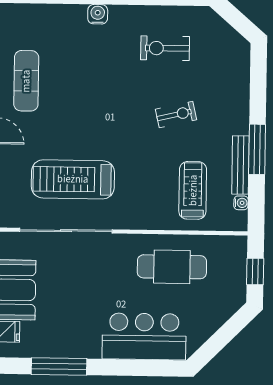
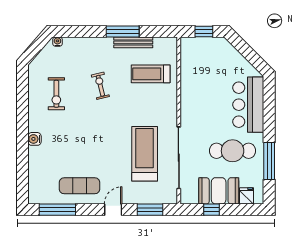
treadmill: (73, 179) -> (145, 154), turned 180
water cooler: (241, 203) -> (57, 42), moved
cafe table: (172, 267) -> (233, 151), moved, turned 90

